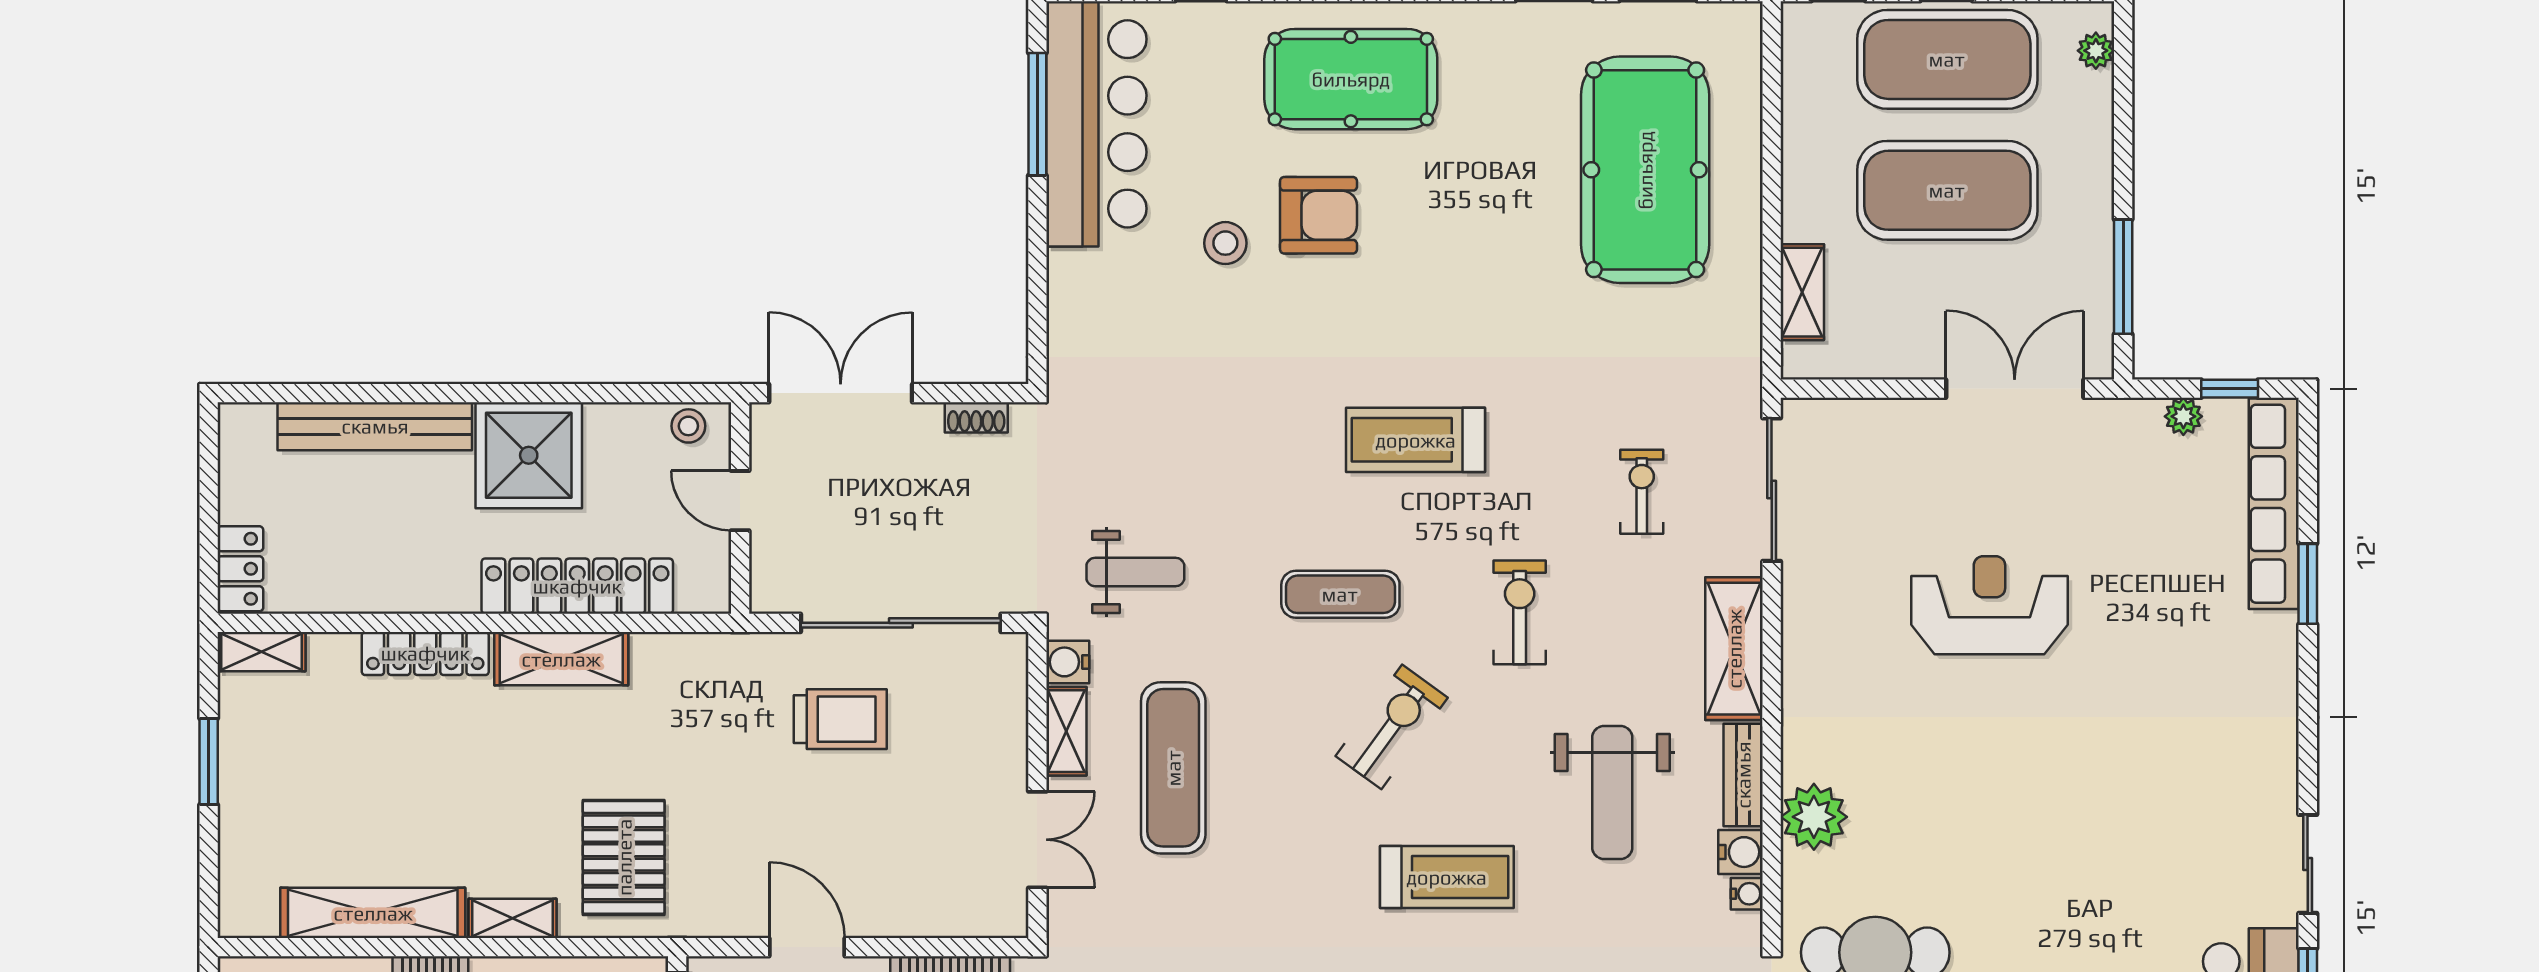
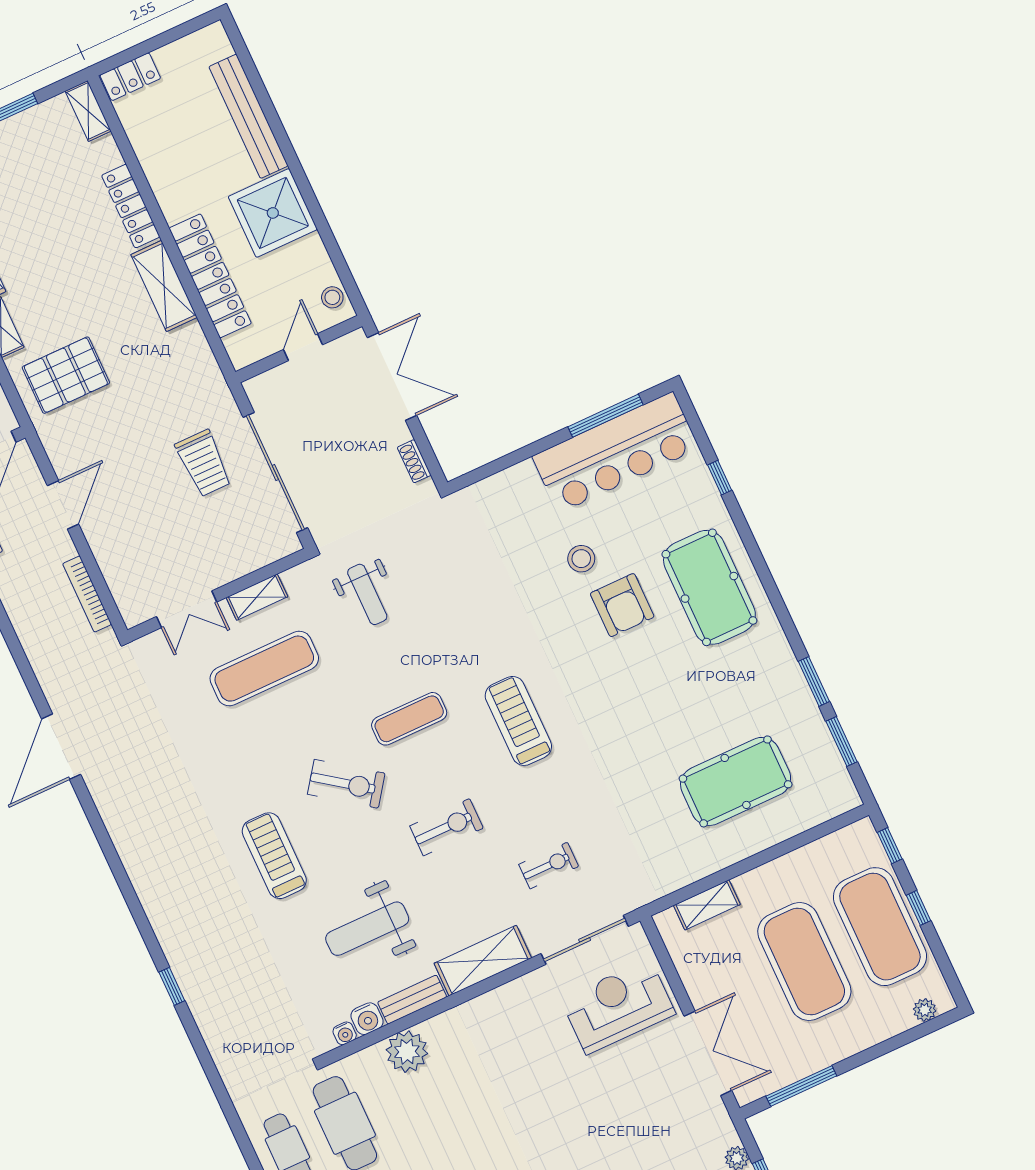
pool table: (1645, 170) -> (736, 781), width x0.73, depth x0.76
exercise mat: (1340, 594) -> (409, 719), turned 90
reception desk: (1989, 605) -> (618, 1006), moved, turned -90
water cooler: (1068, 662) -> (297, 579), removed
treadmill: (1447, 877) -> (274, 856), turned 180

